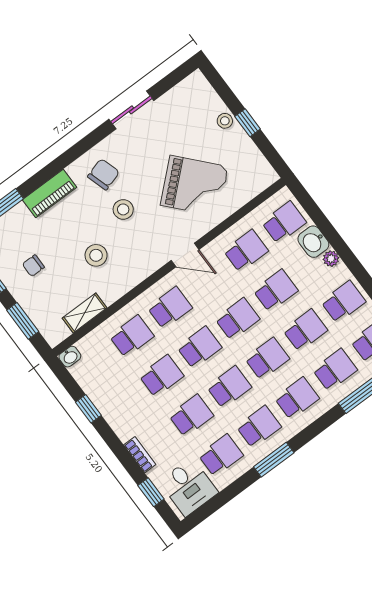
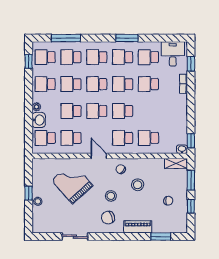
chair: (138, 260) -> (121, 169), added
shelving: (85, 313) -> (176, 163), moved
school desk: (161, 376) -> (148, 111), removed
window: (88, 409) -> (191, 141), moved

